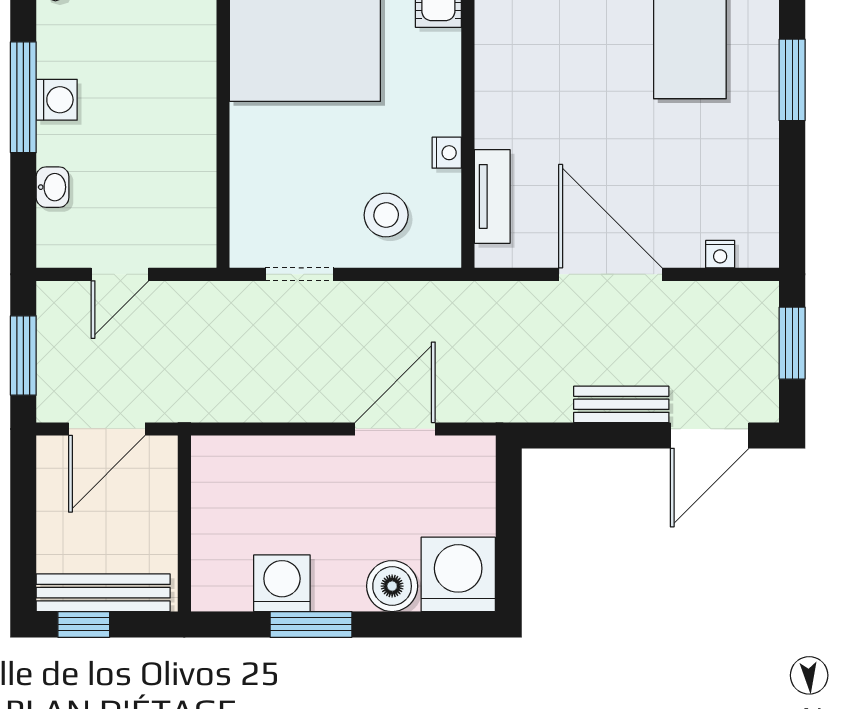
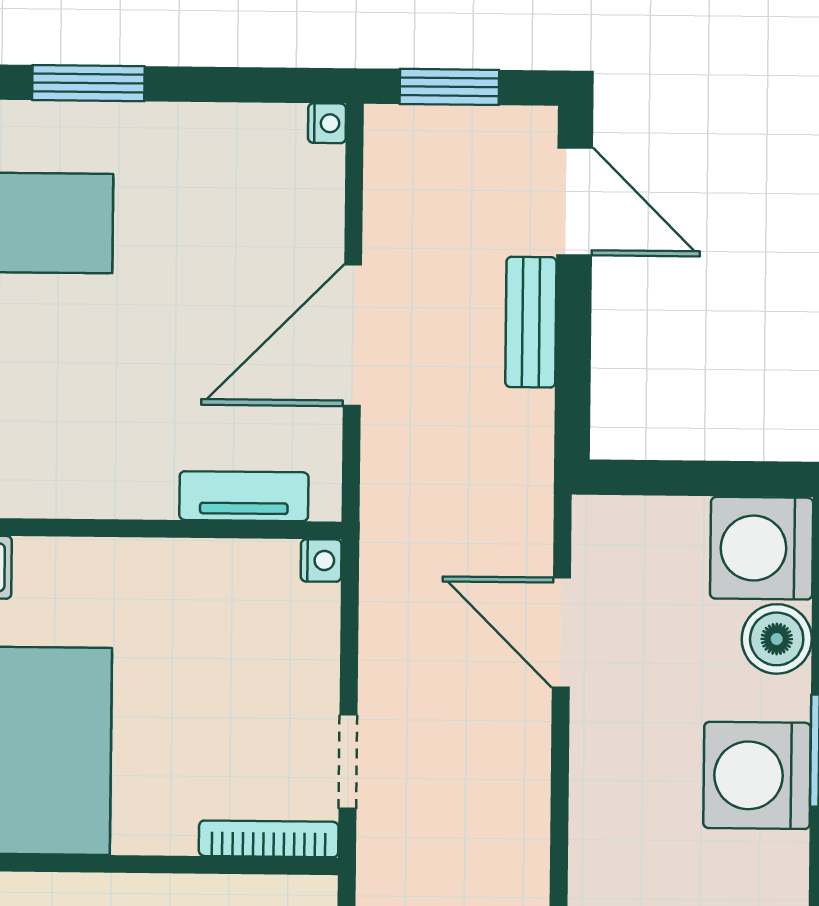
nightstand: (447, 153) -> (321, 560), moved, turned 90
stool: (386, 215) -> (268, 642), removed
bookcase: (242, 217) -> (269, 839), added
nightstand: (720, 254) -> (327, 123), moved
washing machine: (282, 583) -> (757, 775), width x1.37, depth x1.37

